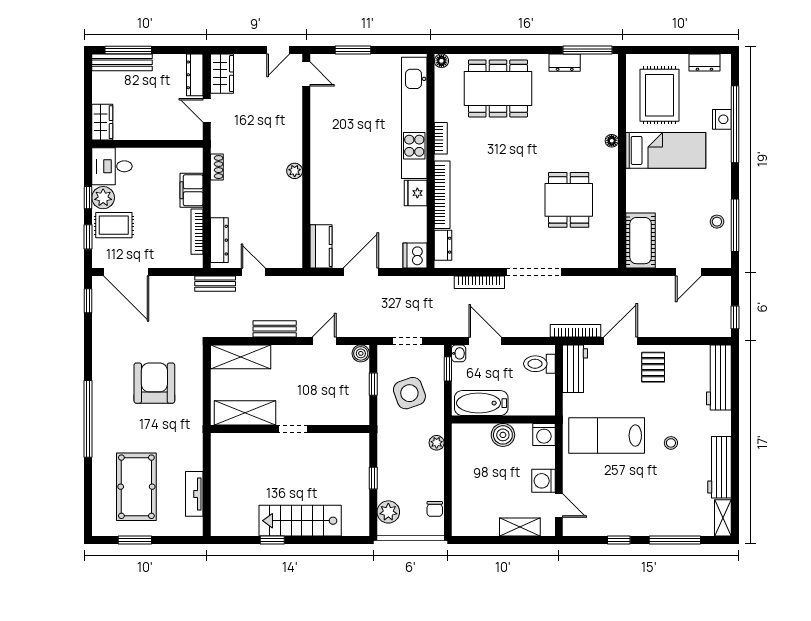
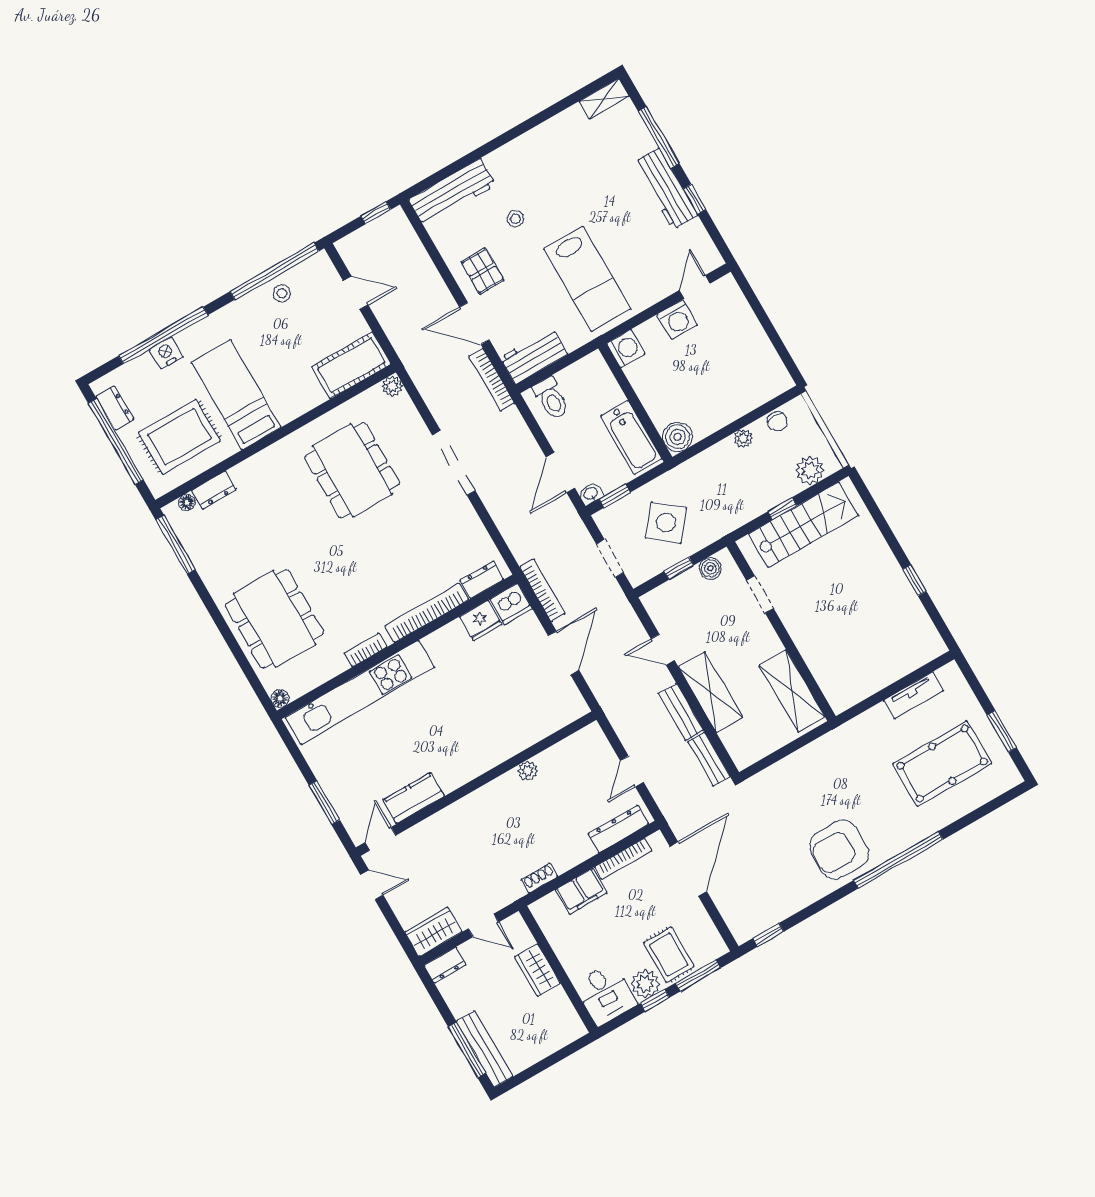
window: (681, 50) -> (116, 441), added
dresser: (565, 63) -> (214, 490), moved, turned 90
dresser: (195, 75) -> (445, 965), width x0.70
door: (207, 110) -> (483, 925), hinge flipped
wardrobe: (102, 122) -> (538, 970), moved, turned -90
floor lamp: (612, 141) -> (187, 503), moved
plant: (295, 171) -> (528, 771), moved
fridge: (416, 193) -> (481, 620), moved
dining table: (569, 200) -> (352, 470), width x1.38
window: (735, 225) -> (274, 271), width x1.46
window: (88, 237) -> (698, 975), width x1.50
kitchen counter: (321, 246) -> (414, 798), moved
plant: (610, 260) -> (392, 386), added
door: (126, 272) -> (688, 869), moved
door: (361, 272) -> (564, 653), swing flipped
bookcase: (479, 282) -> (542, 590), moved
bench: (215, 284) -> (709, 759), moved
boiler: (361, 353) -> (710, 568), moved
shelving: (241, 357) -> (710, 692), moved
pallet: (653, 367) -> (483, 271), turned 90
armchair: (154, 383) -> (839, 850), moved
side table: (409, 393) -> (666, 523), turned -31
doorway: (293, 429) -> (760, 595), moved
boiler: (503, 435) -> (678, 437), moved
plant: (437, 443) -> (743, 438), moved
stool: (671, 443) -> (515, 219), moved
workbench: (720, 467) -> (666, 189), moved, turned 90
chair: (435, 509) -> (777, 421), turned 90
stairs: (300, 521) -> (804, 525), moved, turned -90
shelving: (520, 527) -> (743, 316), removed

